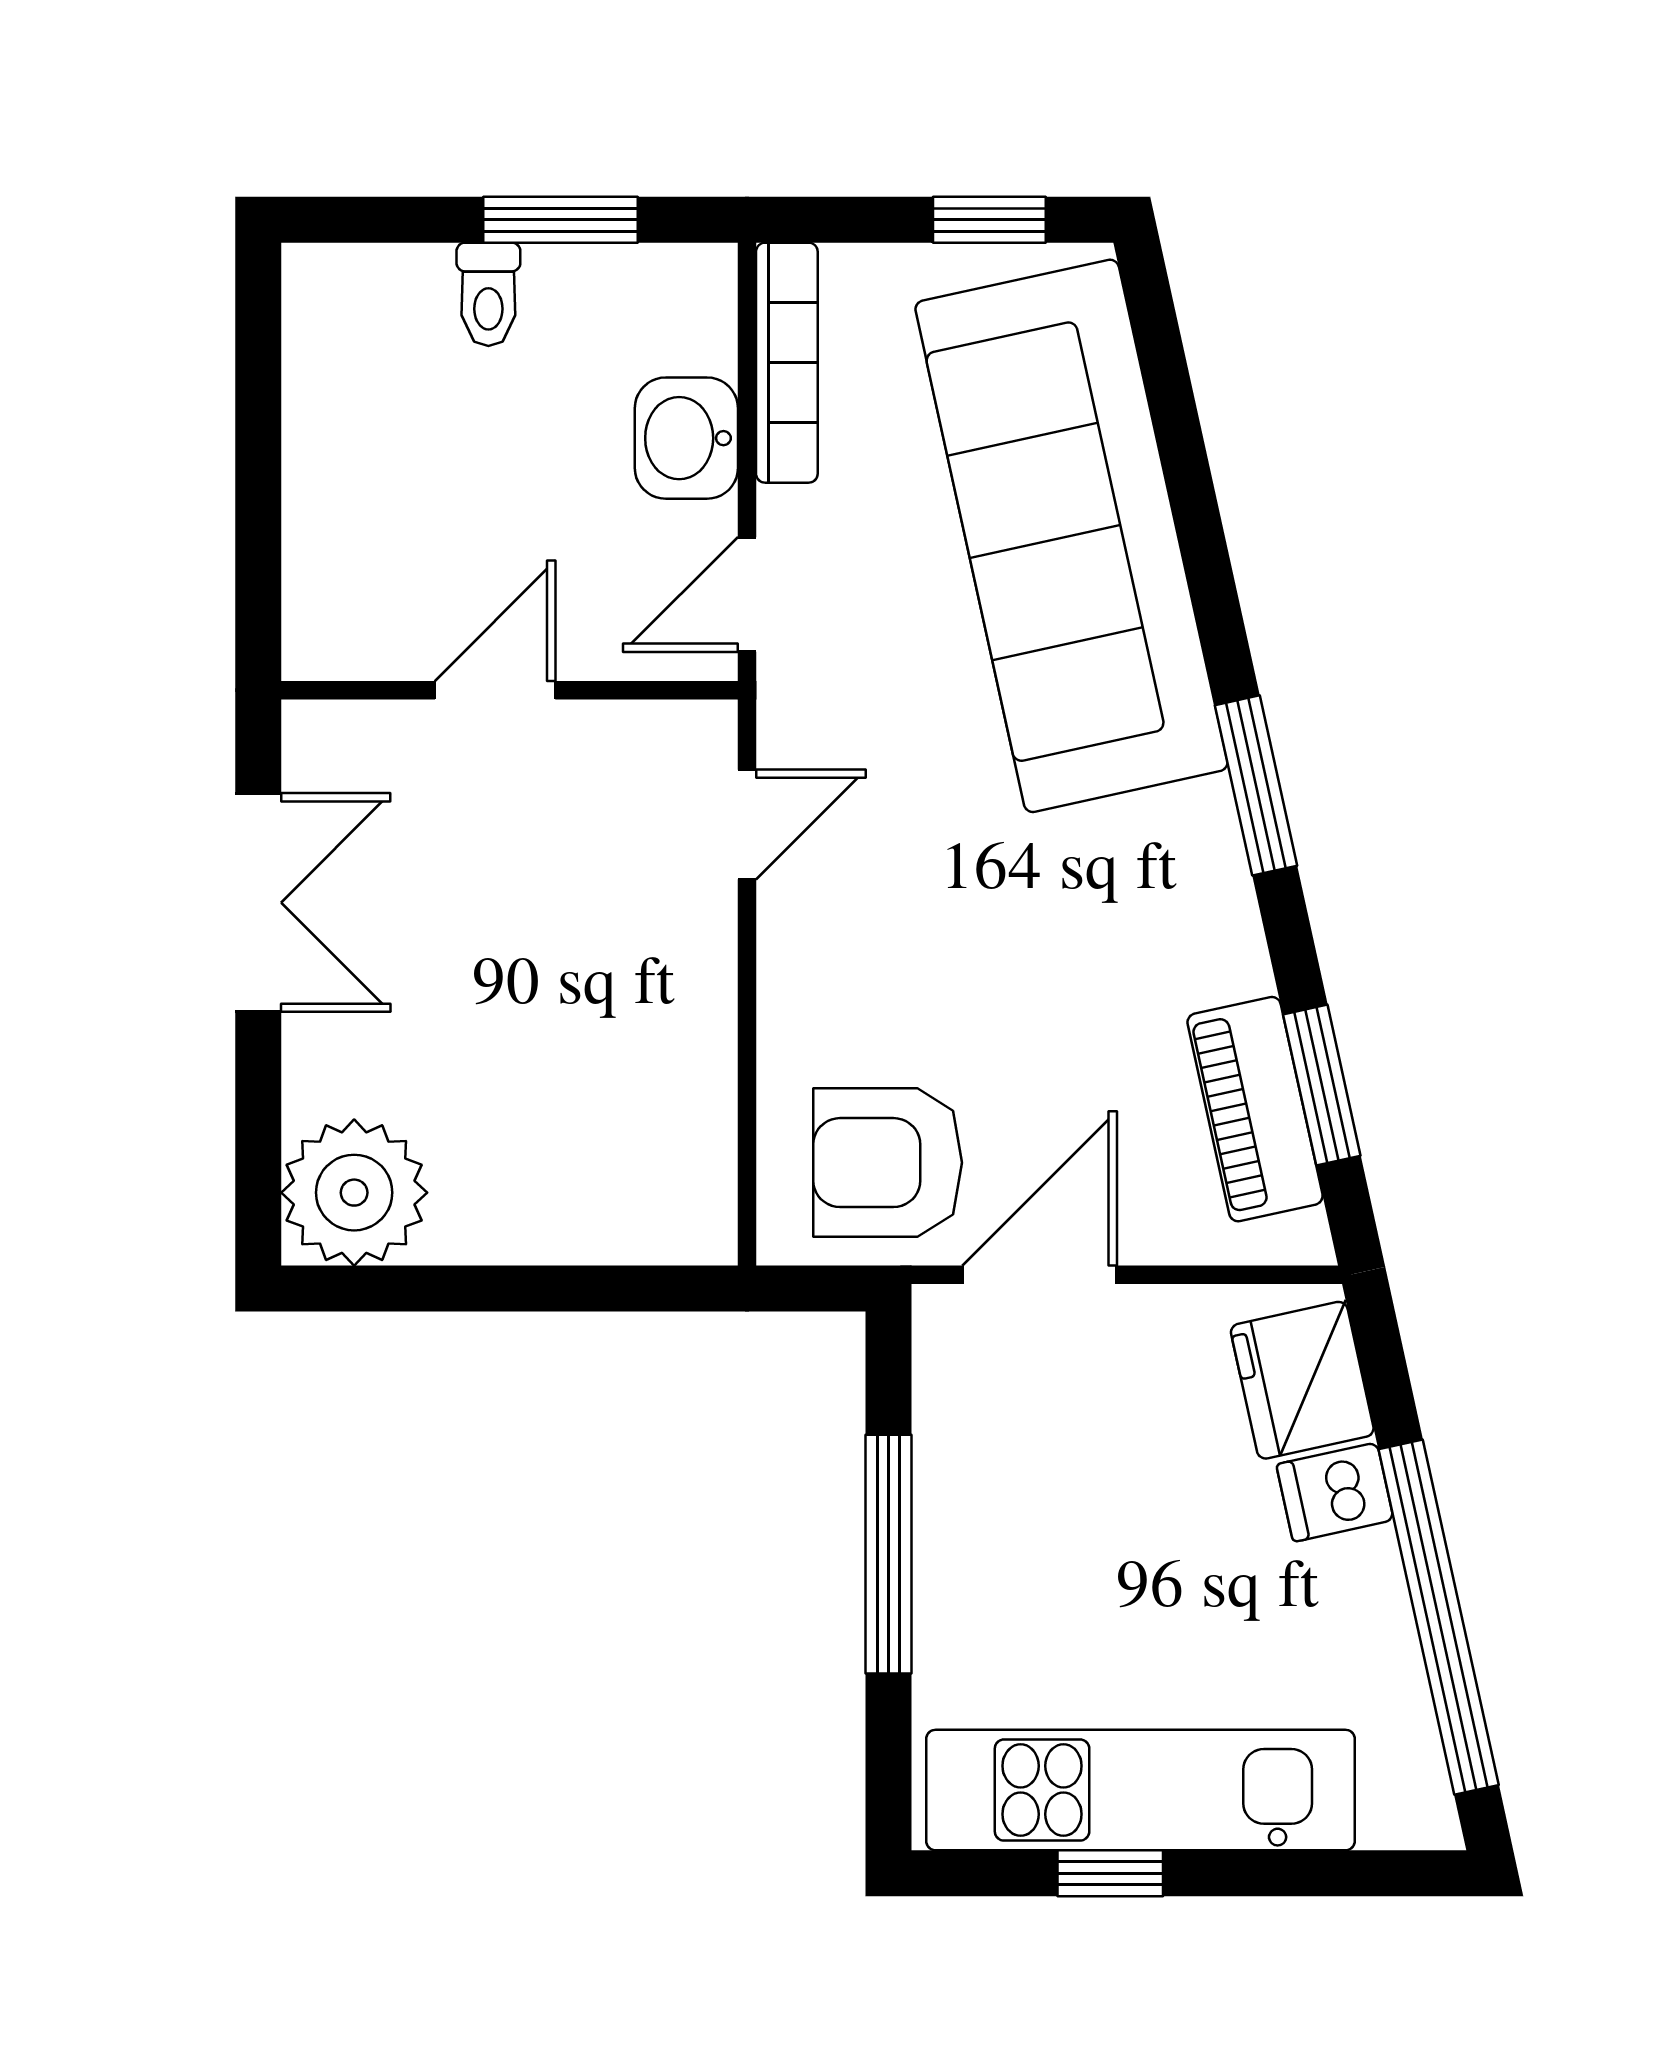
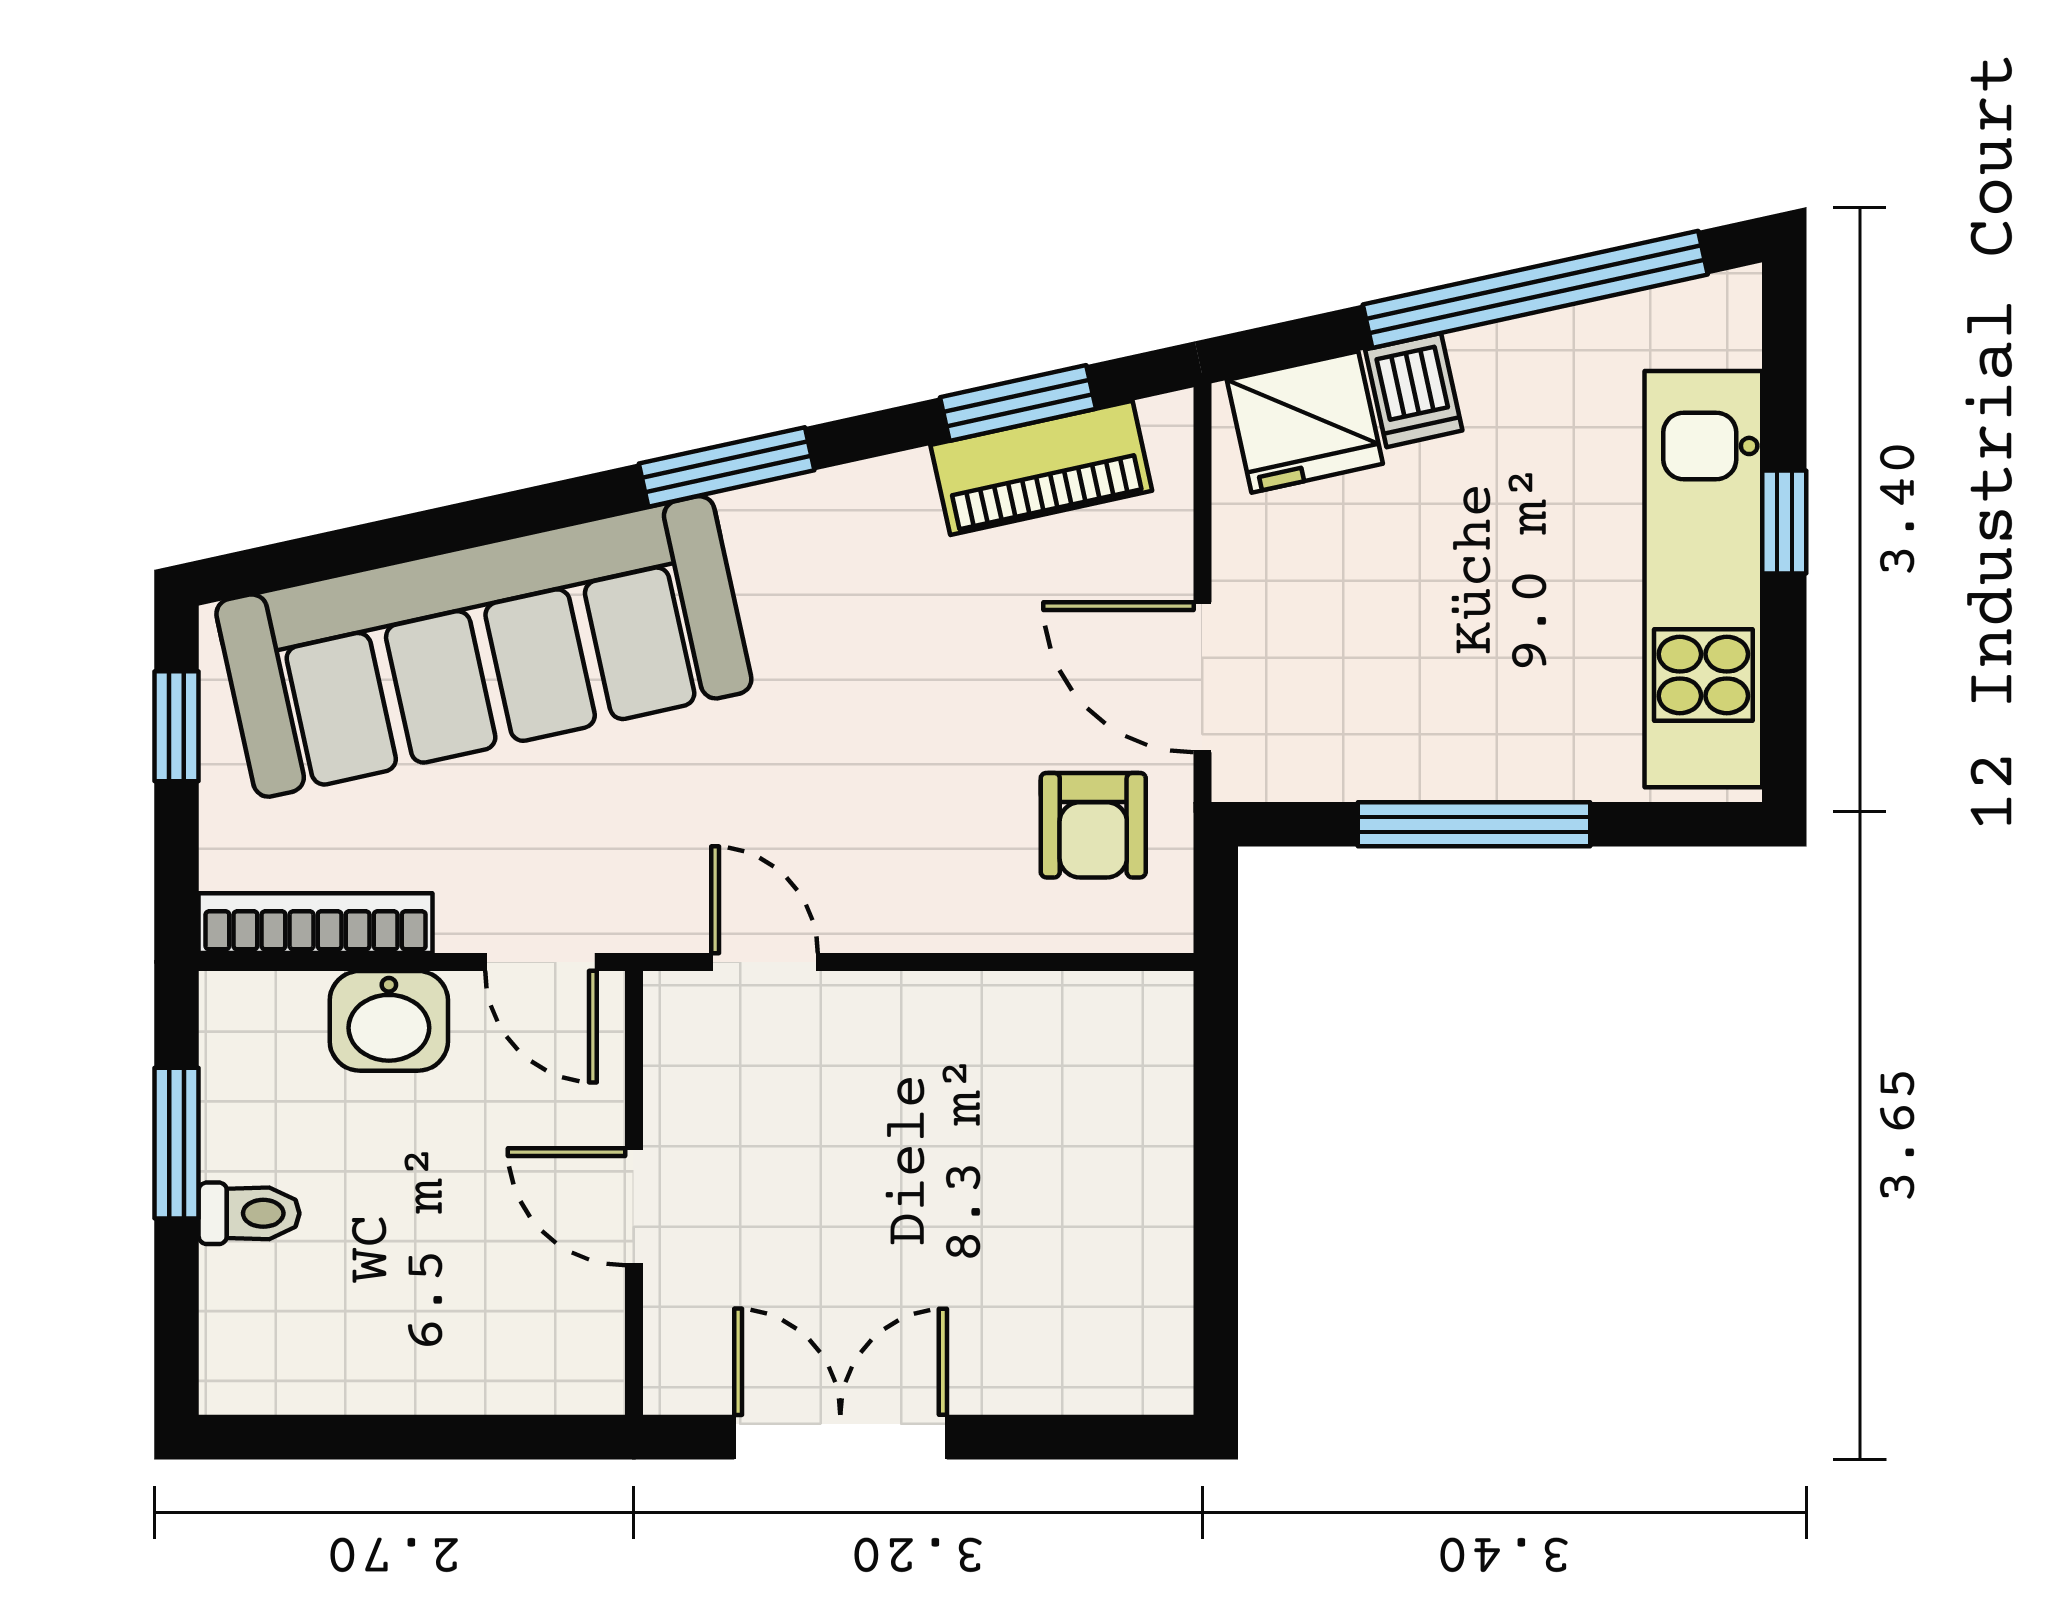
armchair: (888, 1163) -> (1093, 825), width x0.72, depth x0.72
plant: (354, 1193) -> (1122, 1344), removed
window: (1110, 1873) -> (1784, 522), moved

